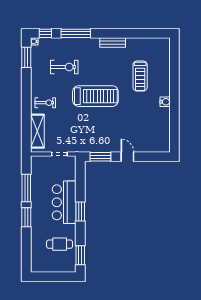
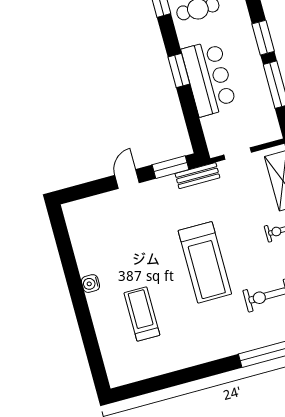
bench: (113, 43) -> (197, 176), moved
treadmill: (95, 96) -> (205, 262), turned -90
door: (127, 157) -> (127, 179), swing flipped

